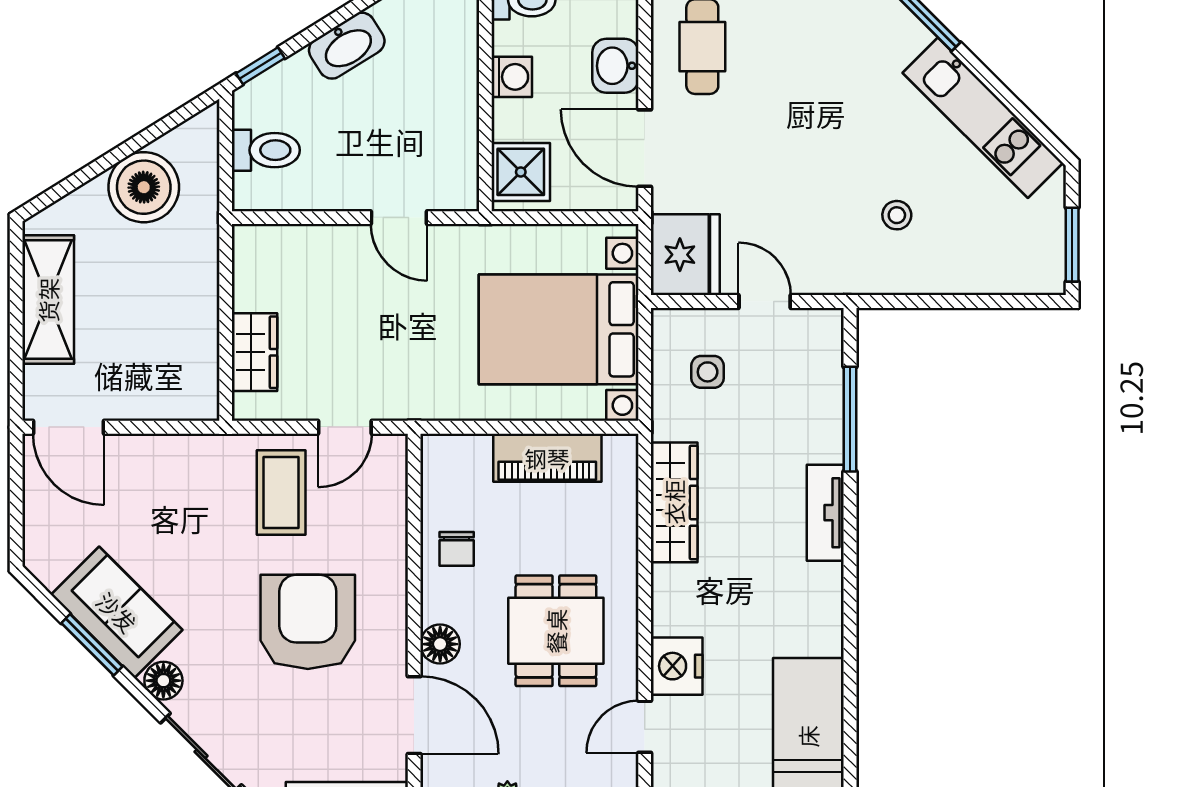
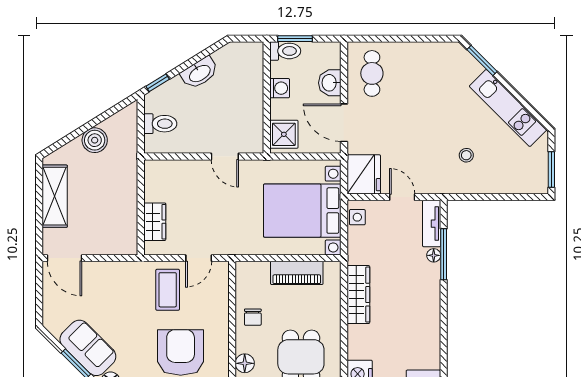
boiler: (144, 187) -> (95, 140), width x0.73, depth x0.73
side table: (708, 372) -> (357, 217), moved
floor lamp: (830, 422) -> (434, 255), added
tv unit: (825, 513) -> (432, 224), moved

